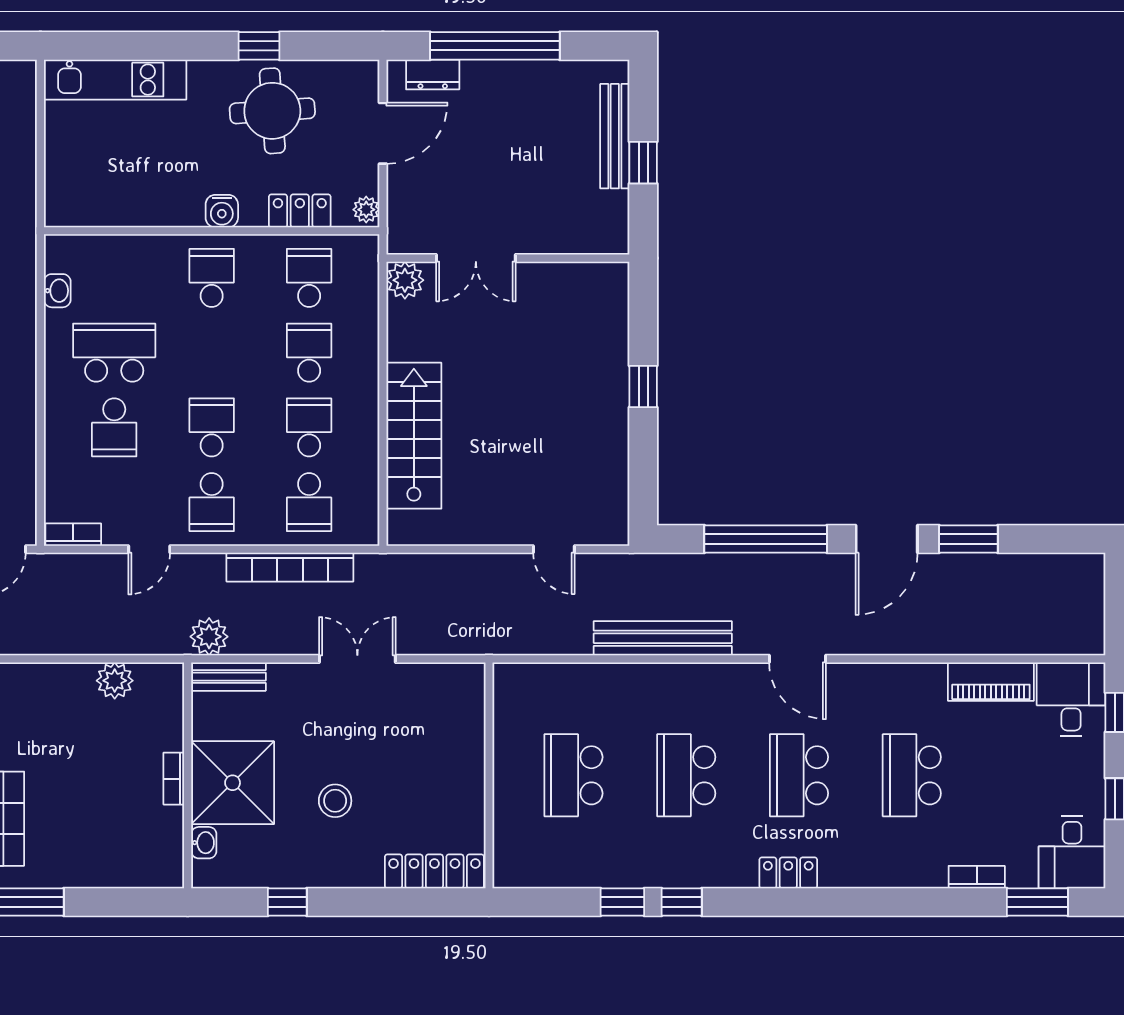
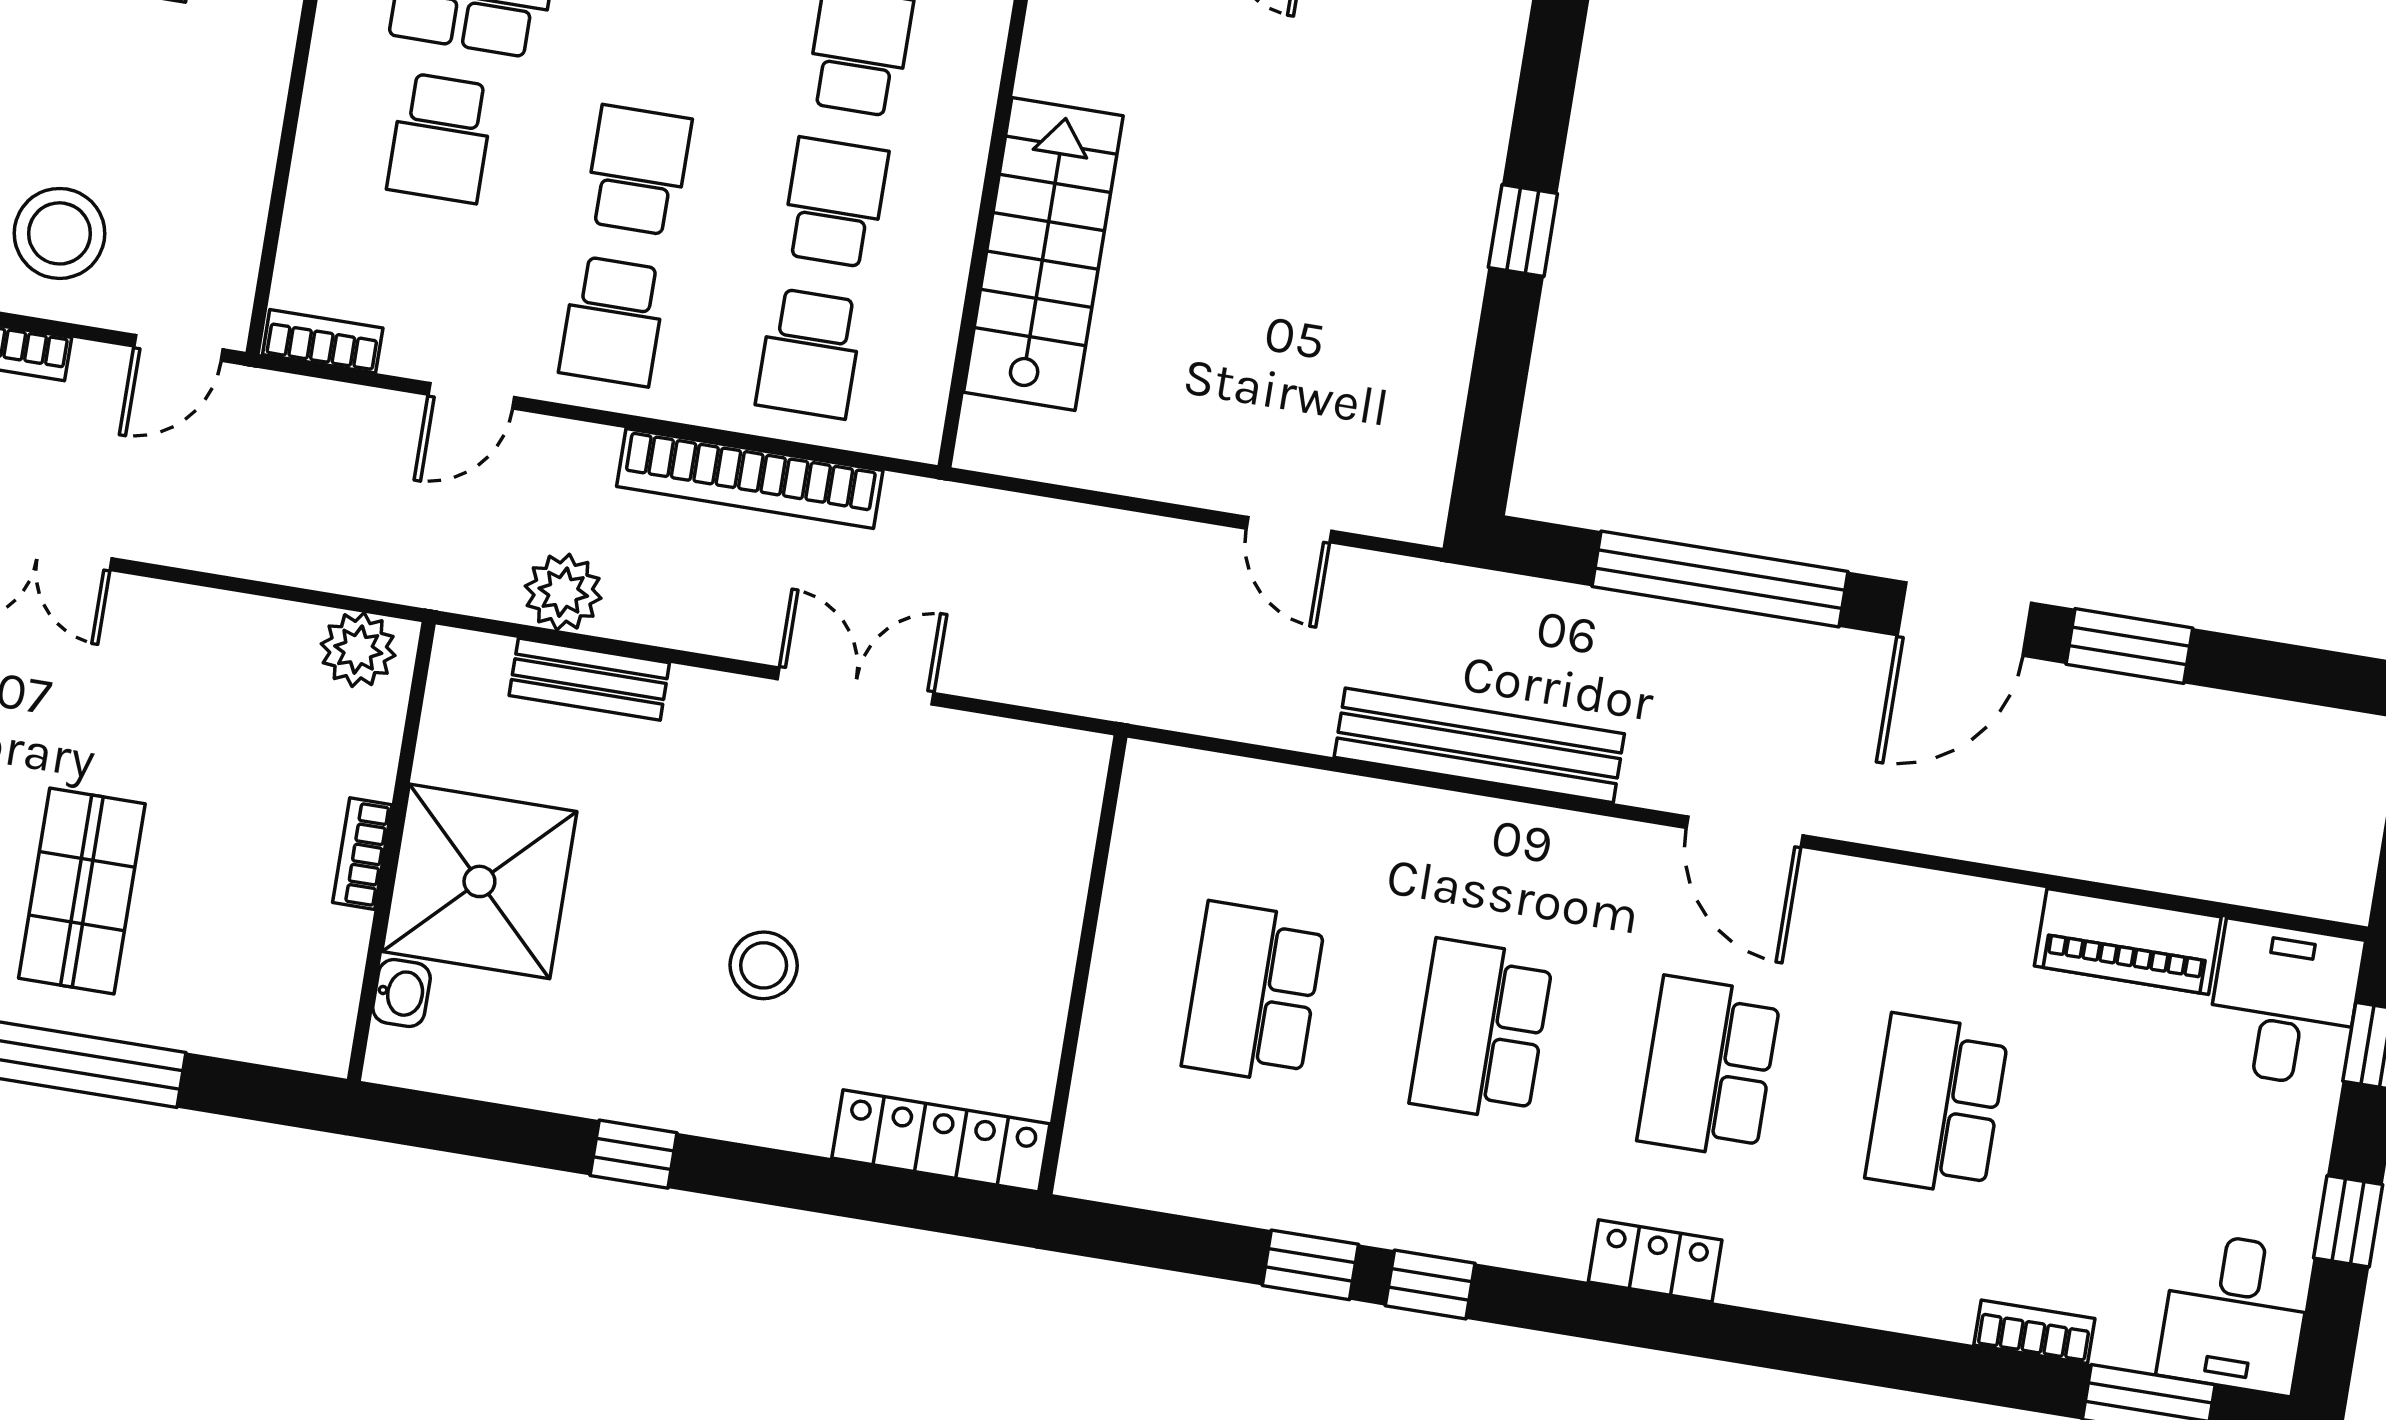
wall: (188, 775) -> (391, 852), moved
bookcase: (174, 779) -> (362, 854), moved
shower: (233, 783) -> (479, 881), moved
washbasin: (204, 843) -> (401, 993), moved

